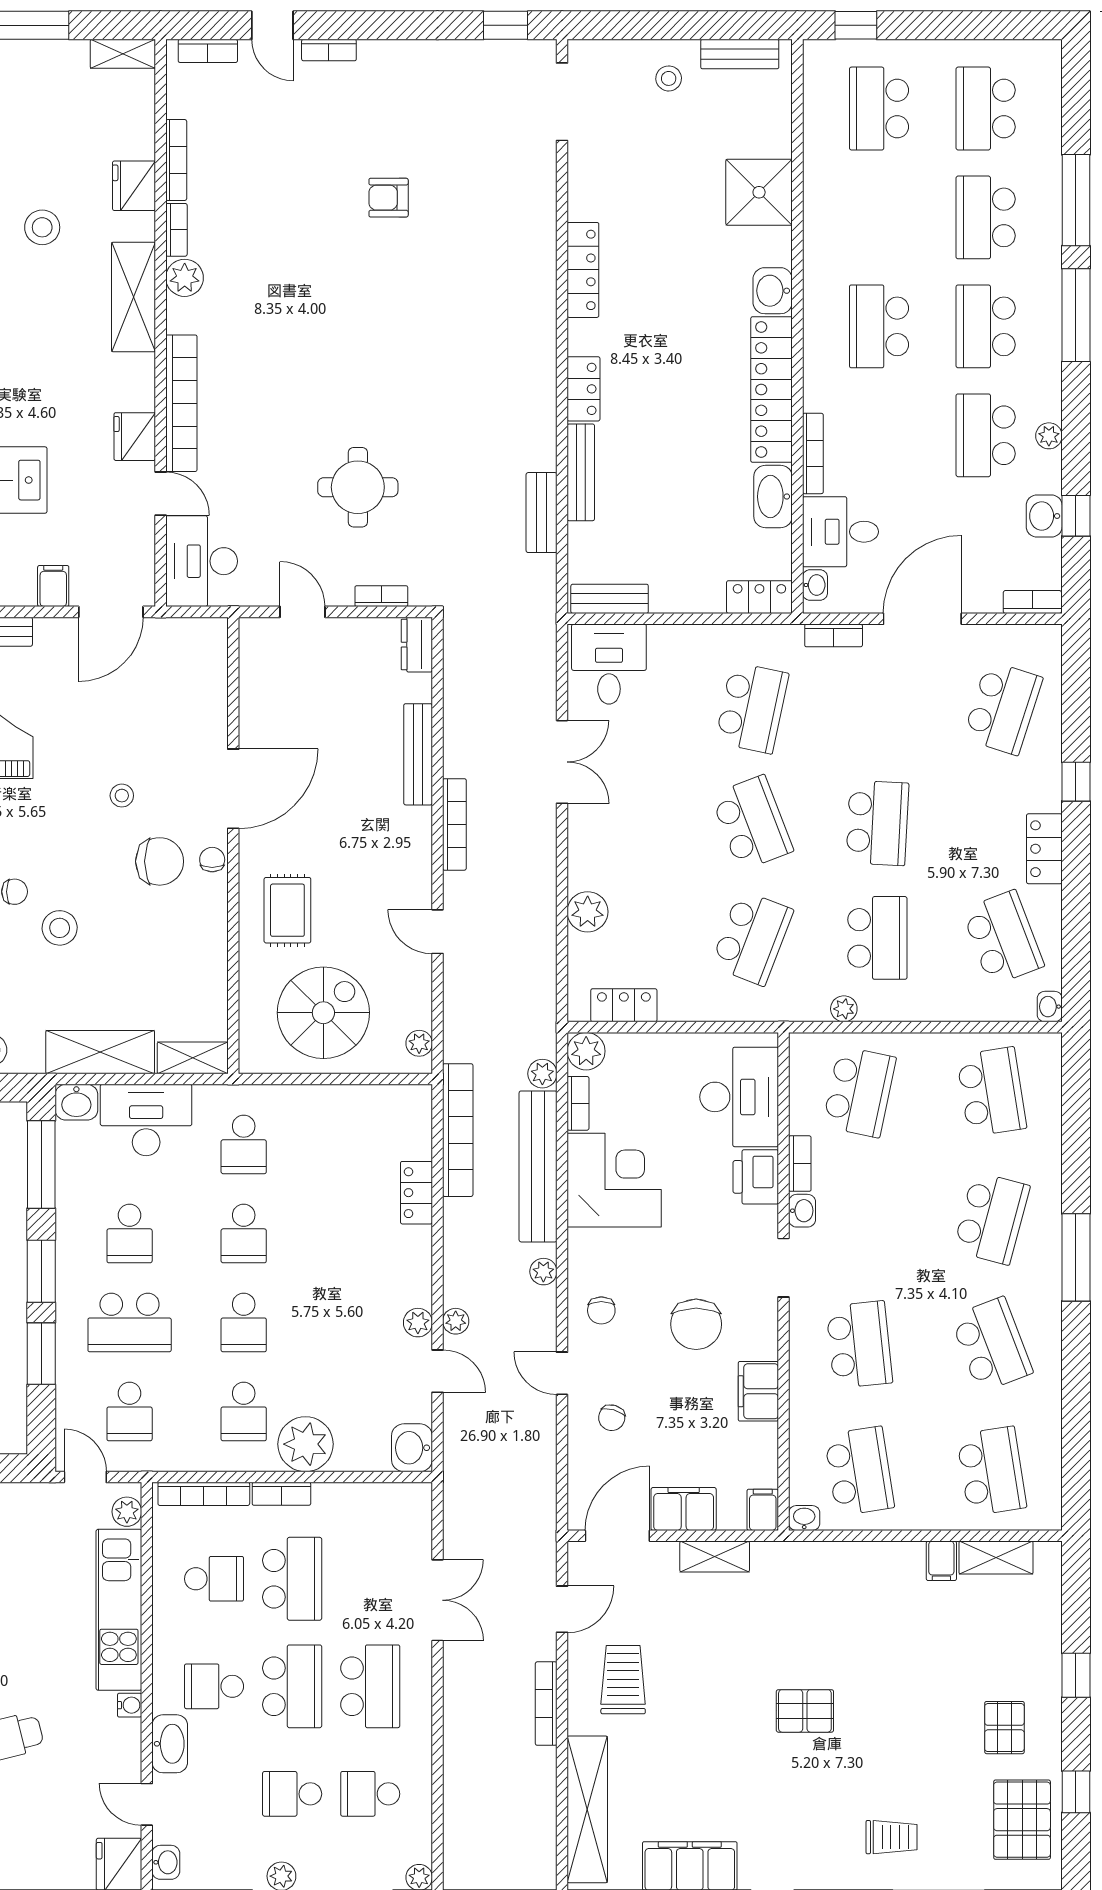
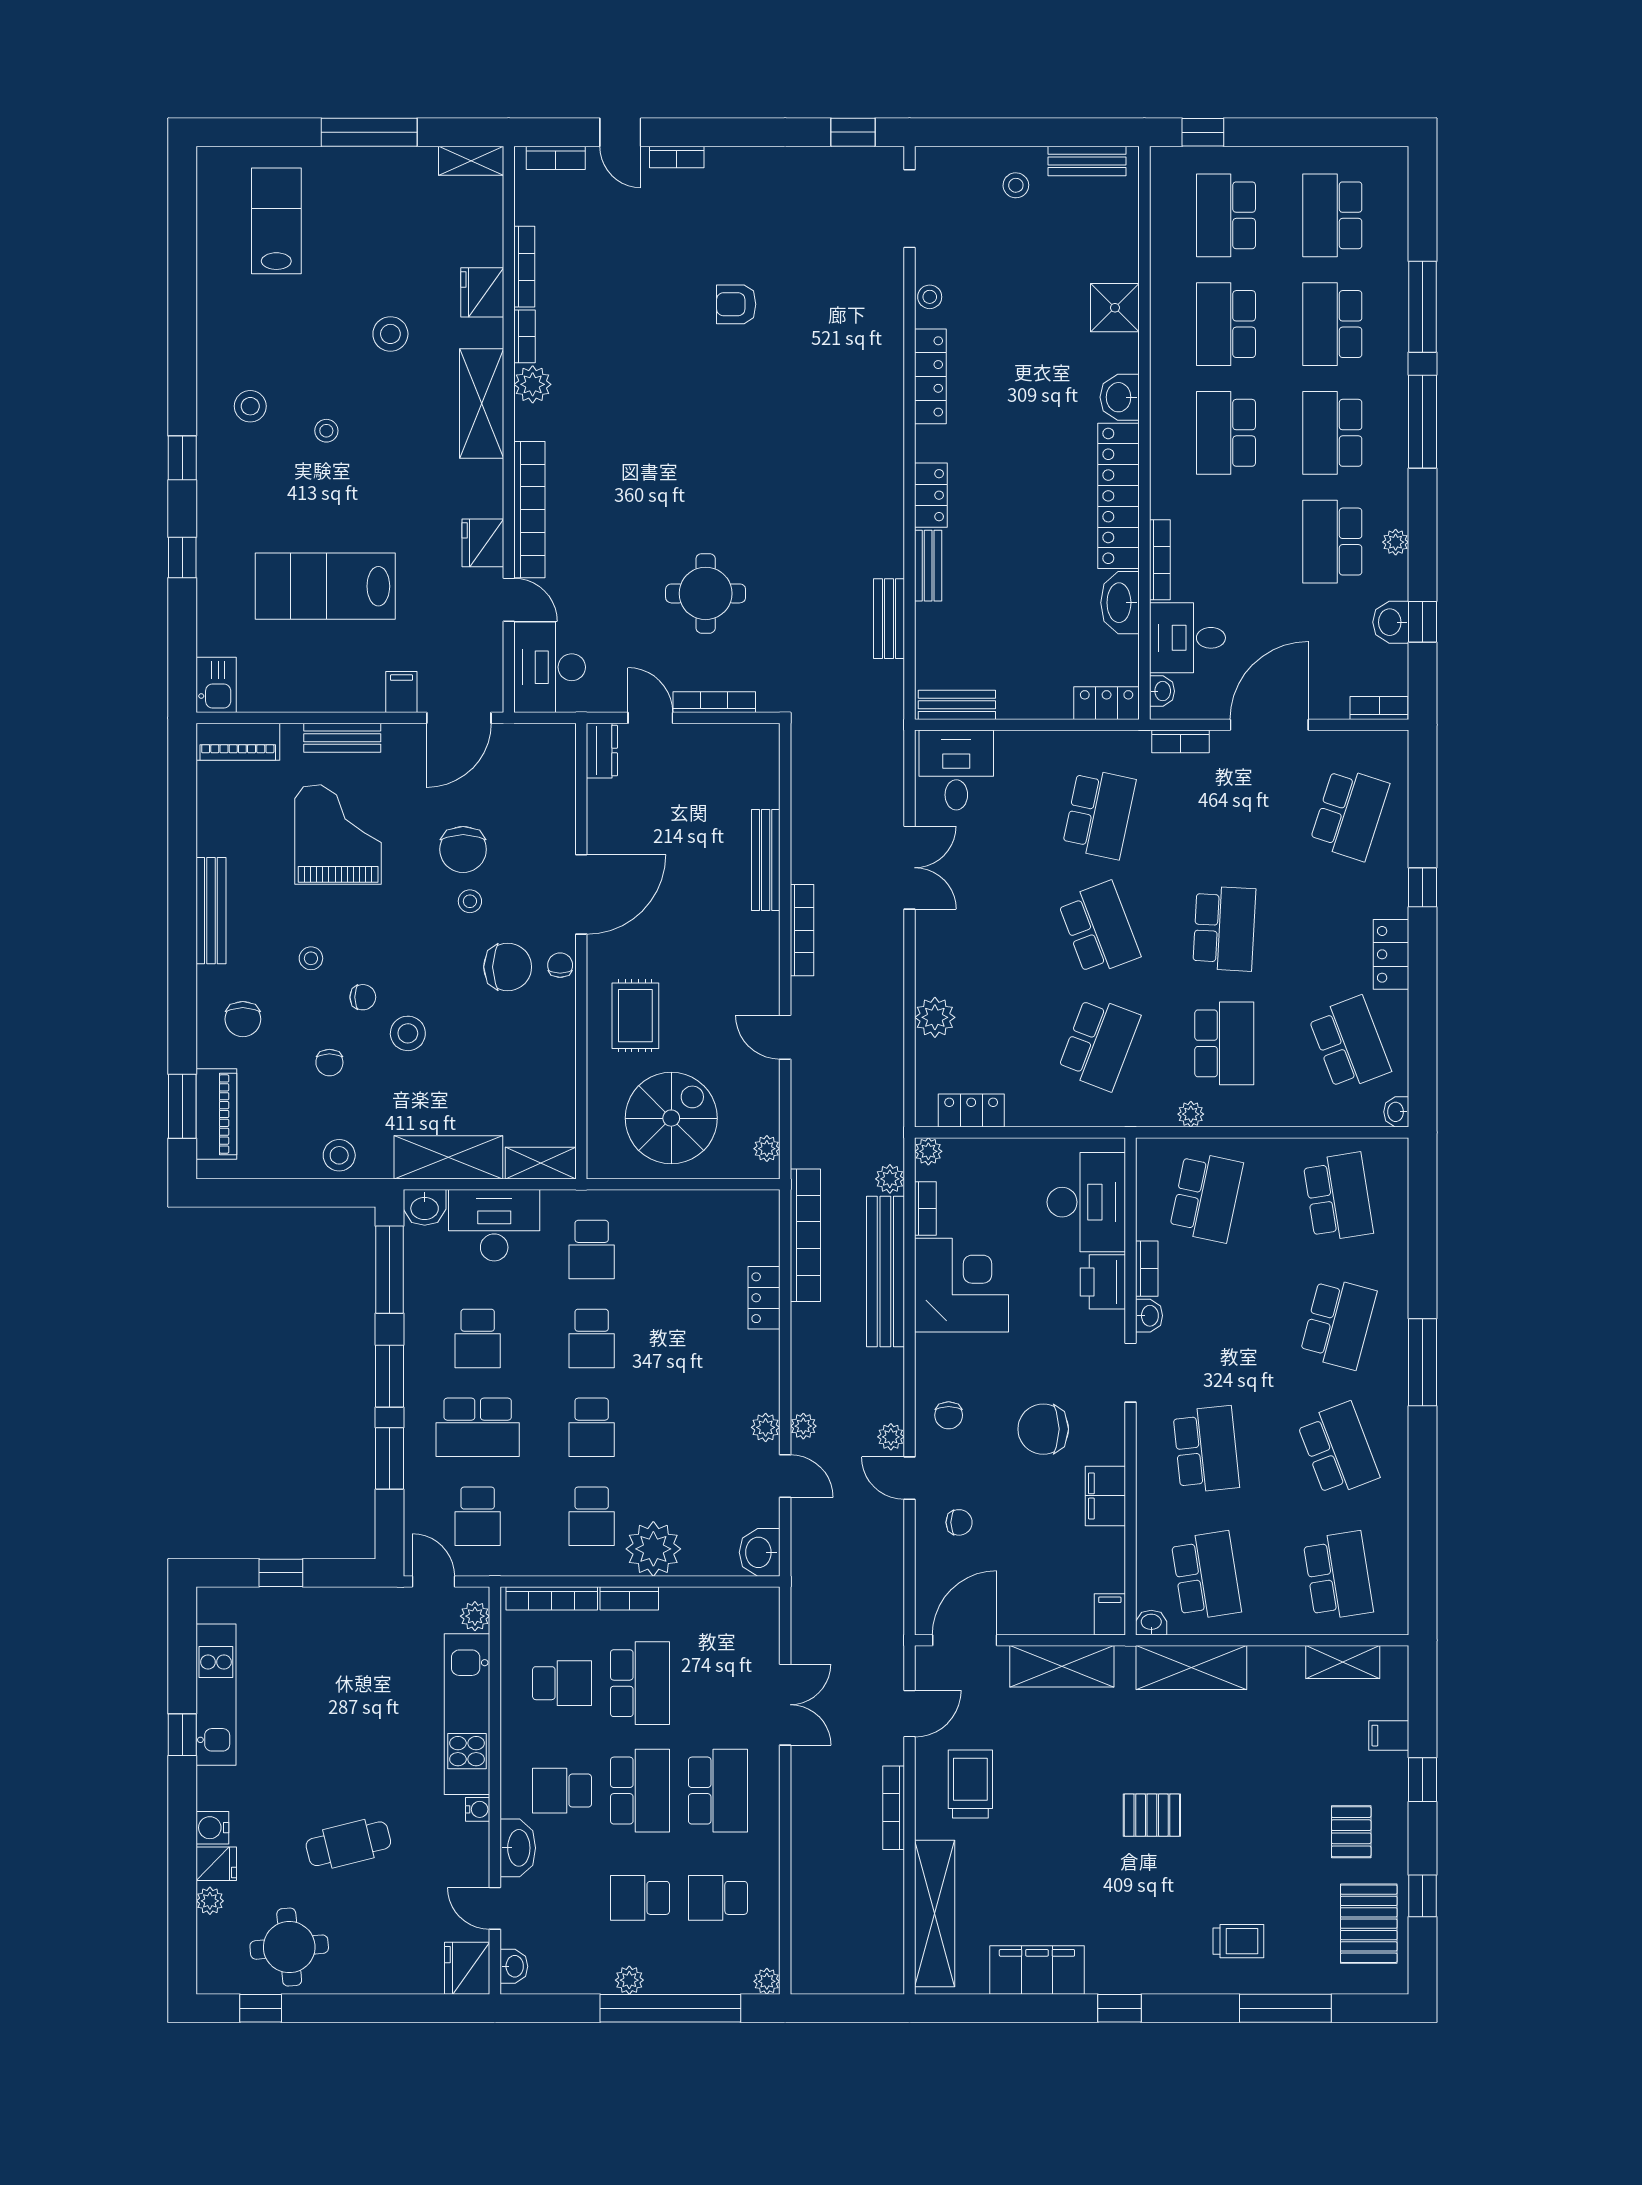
stool: (582, 190) -> (930, 297), added
shower: (759, 192) -> (1115, 308), width x0.73, depth x0.73
school desk: (879, 217) -> (1226, 324), added
bench: (581, 472) -> (928, 566), width x0.73
bookcase: (381, 596) -> (714, 702), width x1.56
dresser: (417, 645) -> (602, 751), moved, turned 180
chair: (115, 744) -> (463, 849), added
plant: (586, 1051) -> (928, 1151), width x0.73, depth x0.73
plant: (543, 1272) -> (891, 1437), moved
chair: (696, 1324) -> (1043, 1429), turned 90
chair: (612, 1418) -> (959, 1522), turned -106
filing cabinet: (684, 1509) -> (1031, 1614), removed
shelving: (715, 1557) -> (1062, 1666), width x1.50, depth x1.33
filing cabinet: (941, 1561) -> (1389, 1736), moved, turned 90
shelving: (844, 1563) -> (1191, 1668), added

